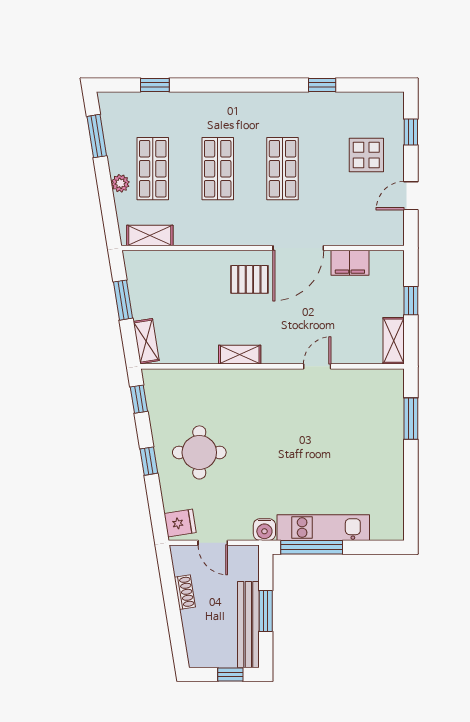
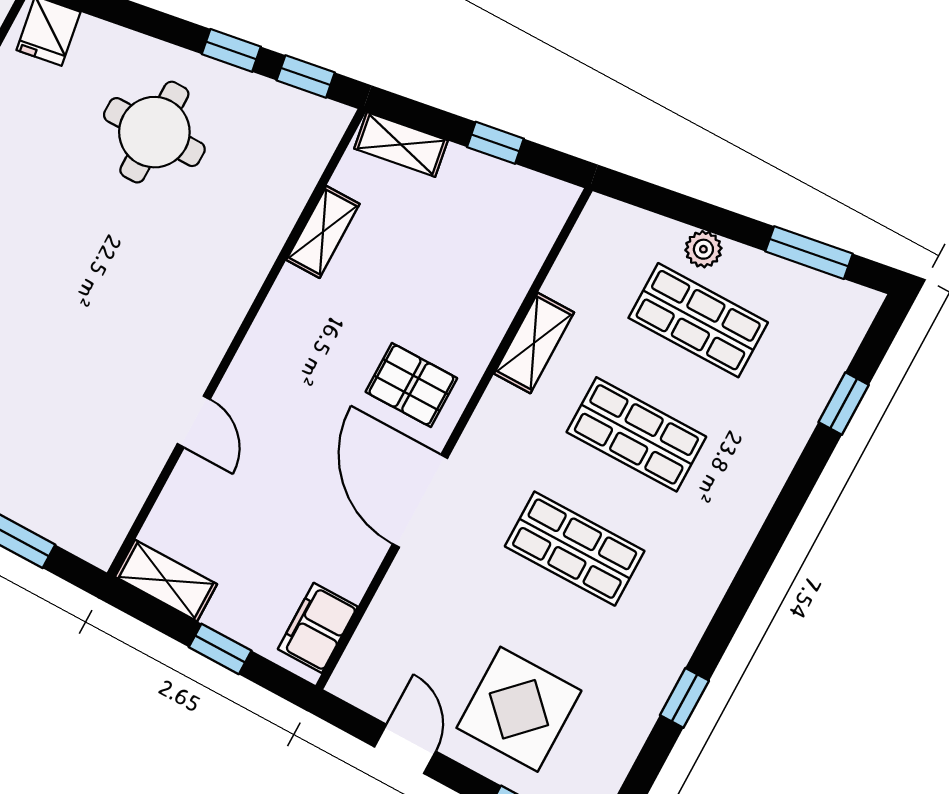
display table: (366, 155) -> (519, 709), width x1.36, depth x1.36
shelving: (150, 235) -> (534, 343), moved
filing cabinet: (350, 263) -> (318, 628), moved
pallet: (249, 279) -> (411, 385), turned 90
window: (123, 300) -> (495, 143), width x0.67
shelving: (240, 355) -> (323, 232), moved
window: (149, 461) -> (231, 50), moved

